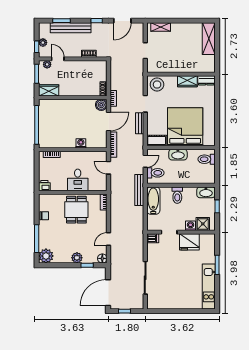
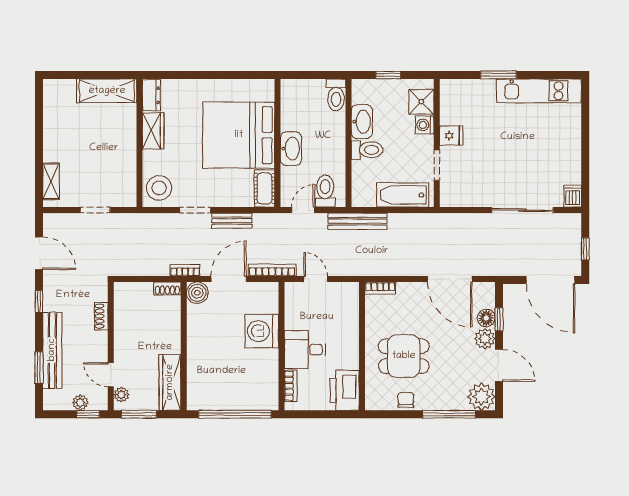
shelving: (209, 39) -> (107, 91), moved
door: (58, 59) -> (111, 375), hinge flipped
wardrobe: (49, 90) -> (170, 382), width x1.50
door: (109, 121) -> (229, 279), hinge flipped
washing machine: (81, 143) -> (262, 331), width x1.89, depth x1.89
toilet: (207, 159) -> (336, 95), moved
door: (145, 161) -> (303, 210), hinge flipped
door: (109, 168) -> (316, 279), swing flipped
desk: (78, 180) -> (305, 349), moved, turned 180
printer: (44, 186) -> (345, 390), width x1.87, depth x1.48
washbasin: (206, 192) -> (362, 122), moved
bathtub: (153, 201) -> (403, 195), moved
dining table: (76, 210) -> (404, 356), moved
dishwasher: (153, 238) -> (573, 196), moved
door: (109, 239) -> (450, 279), width x1.88
fridge: (189, 242) -> (451, 136), width x0.53, depth x0.75
floor lamp: (102, 258) -> (486, 318), moved
door: (63, 265) -> (499, 365), added

